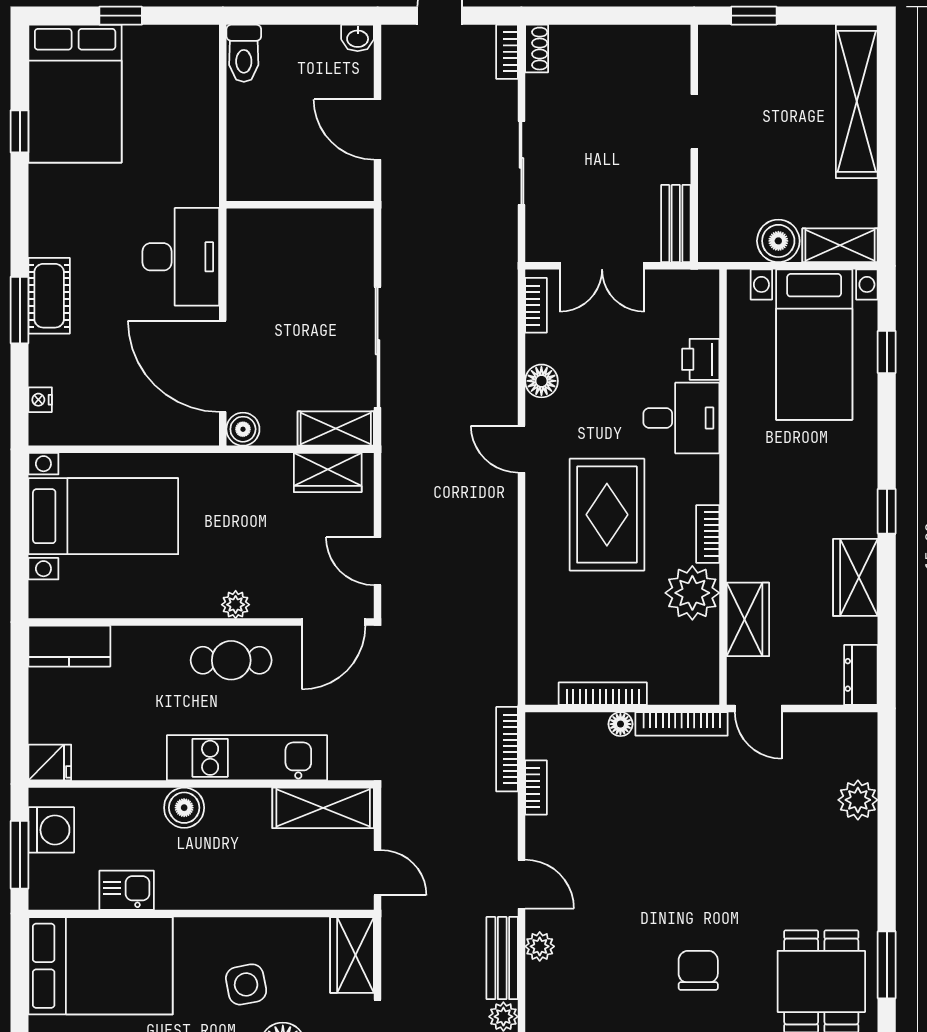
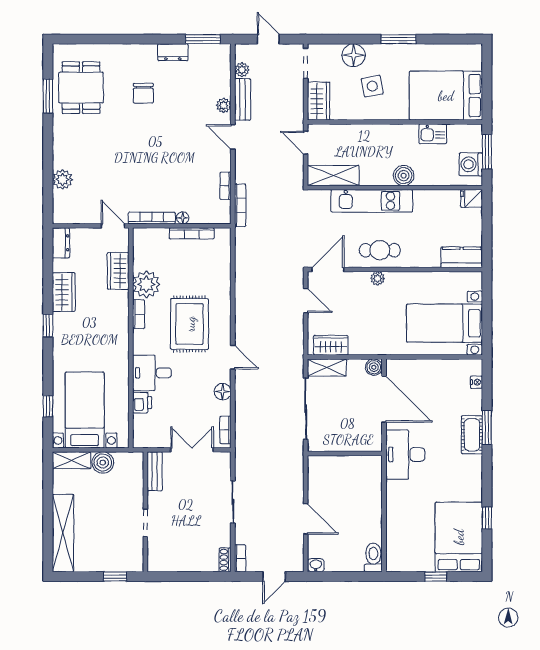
wall: (300, 205) -> (345, 454), moved

